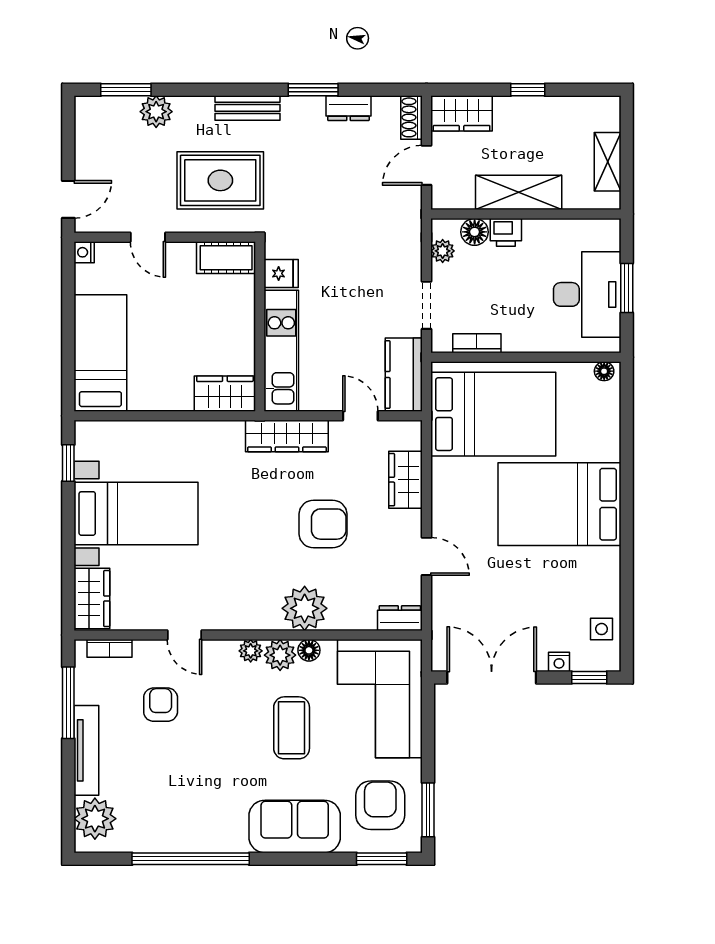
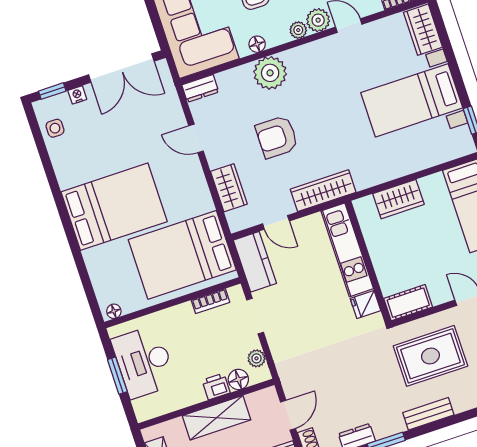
wardrobe: (225, 394) -> (399, 199), moved
plant: (280, 655) -> (318, 20), moved

